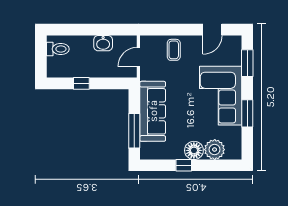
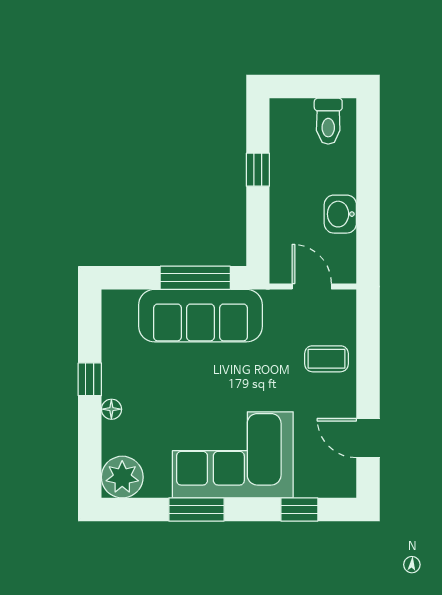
window: (247, 63) -> (299, 510), width x0.67
window: (134, 131) -> (195, 278), moved
floor lamp: (194, 150) -> (111, 409), width x0.53, depth x0.53
plant: (215, 150) -> (122, 477), moved

